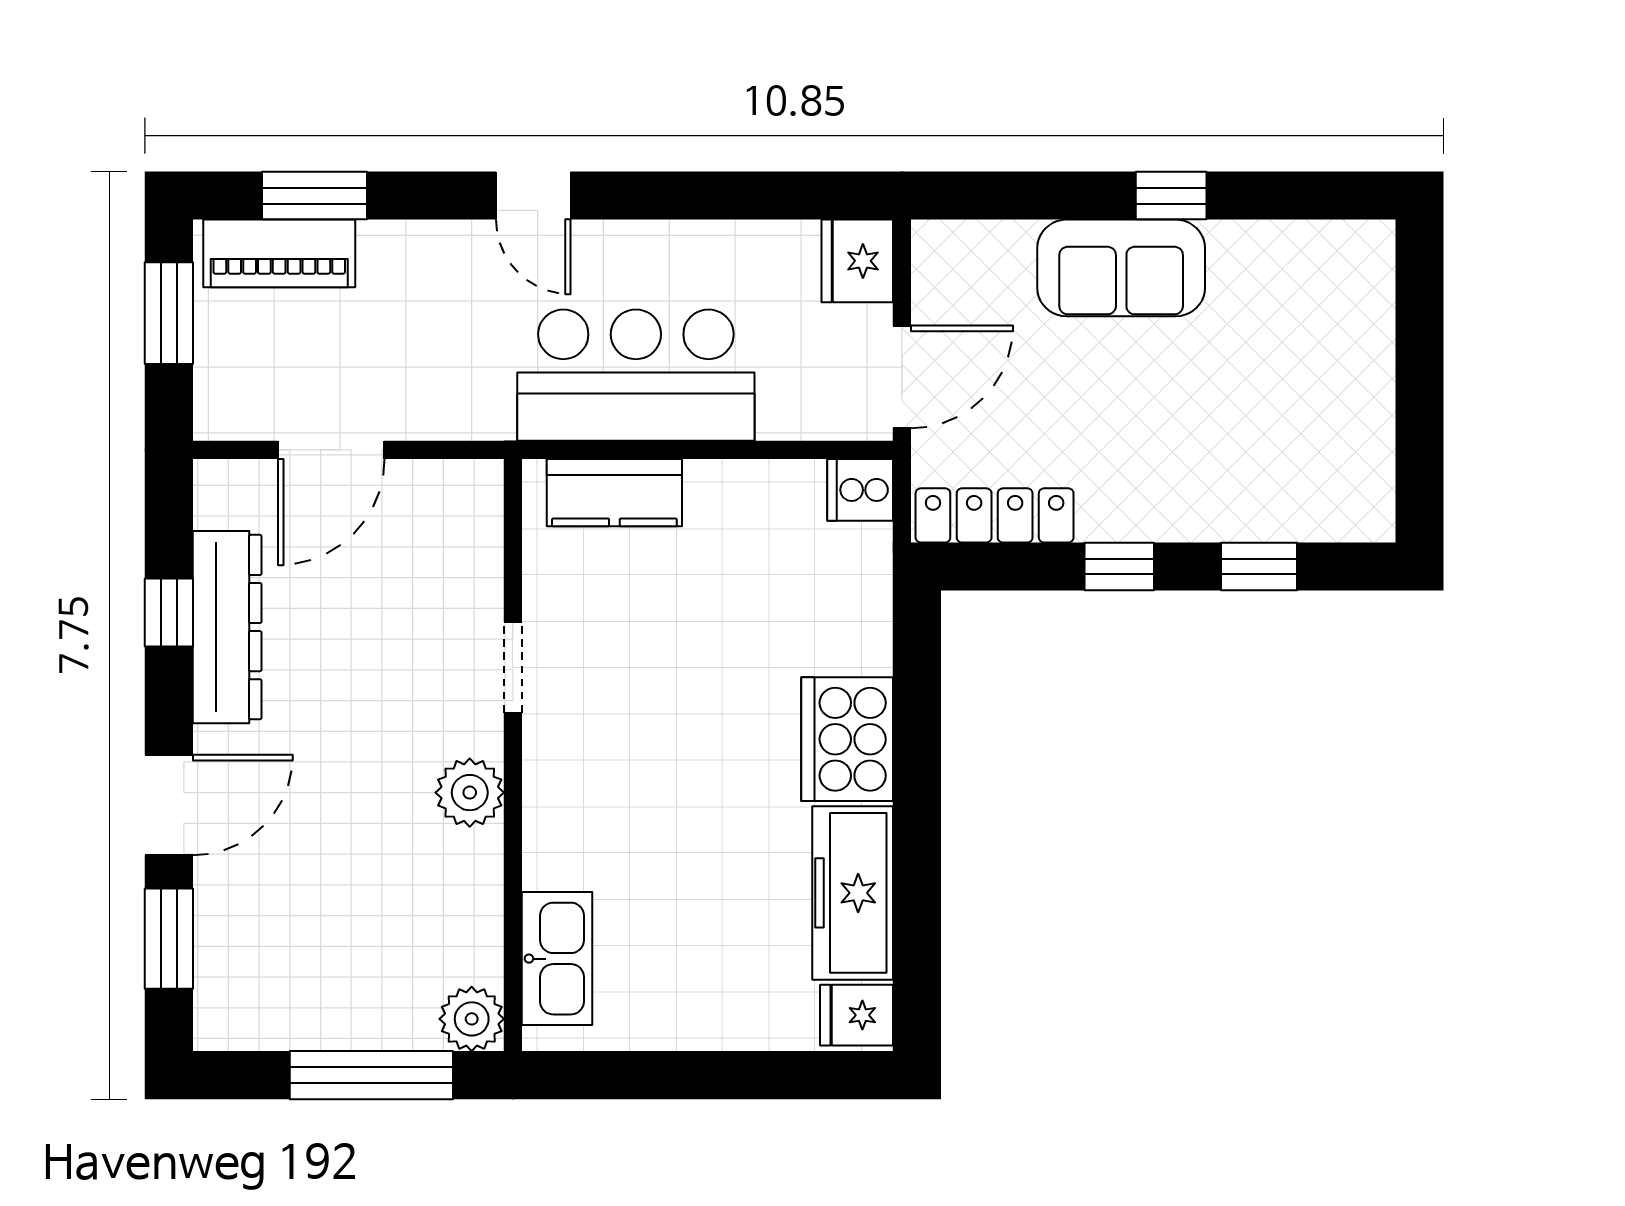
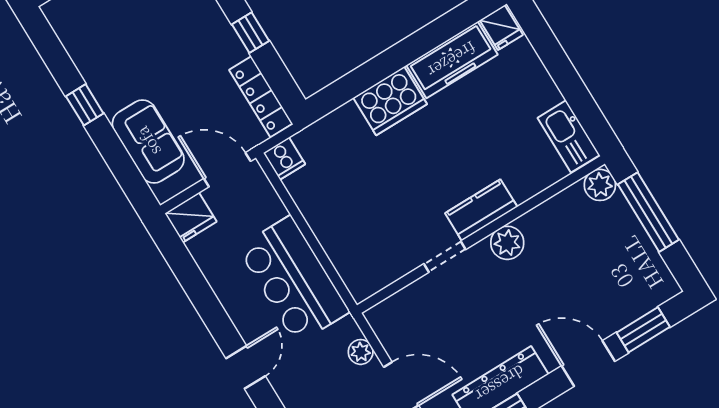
sofa: (1121, 268) -> (148, 141), moved
plant: (436, 415) -> (361, 352), added
kitchen counter: (614, 493) -> (481, 210), moved, turned -90
kitchen sink: (557, 959) -> (569, 136), moved, turned -90

